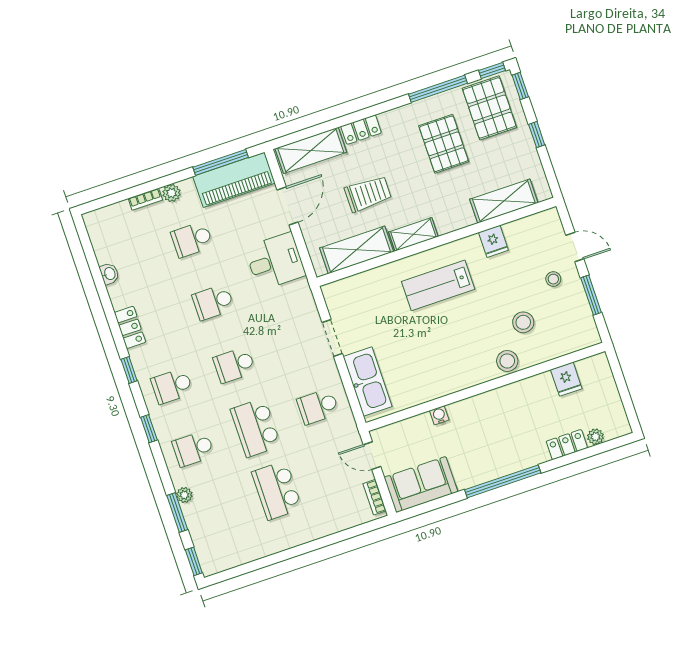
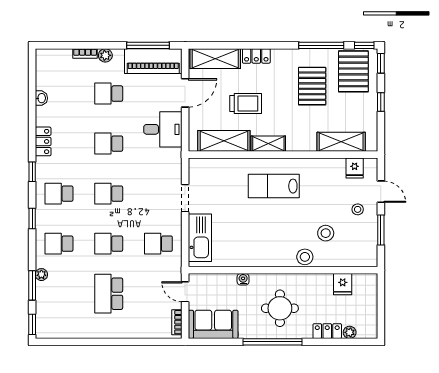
fridge: (493, 241) -> (355, 168), moved
school desk: (256, 428) -> (109, 244), width x0.54
round table: (498, 436) -> (280, 308), added

